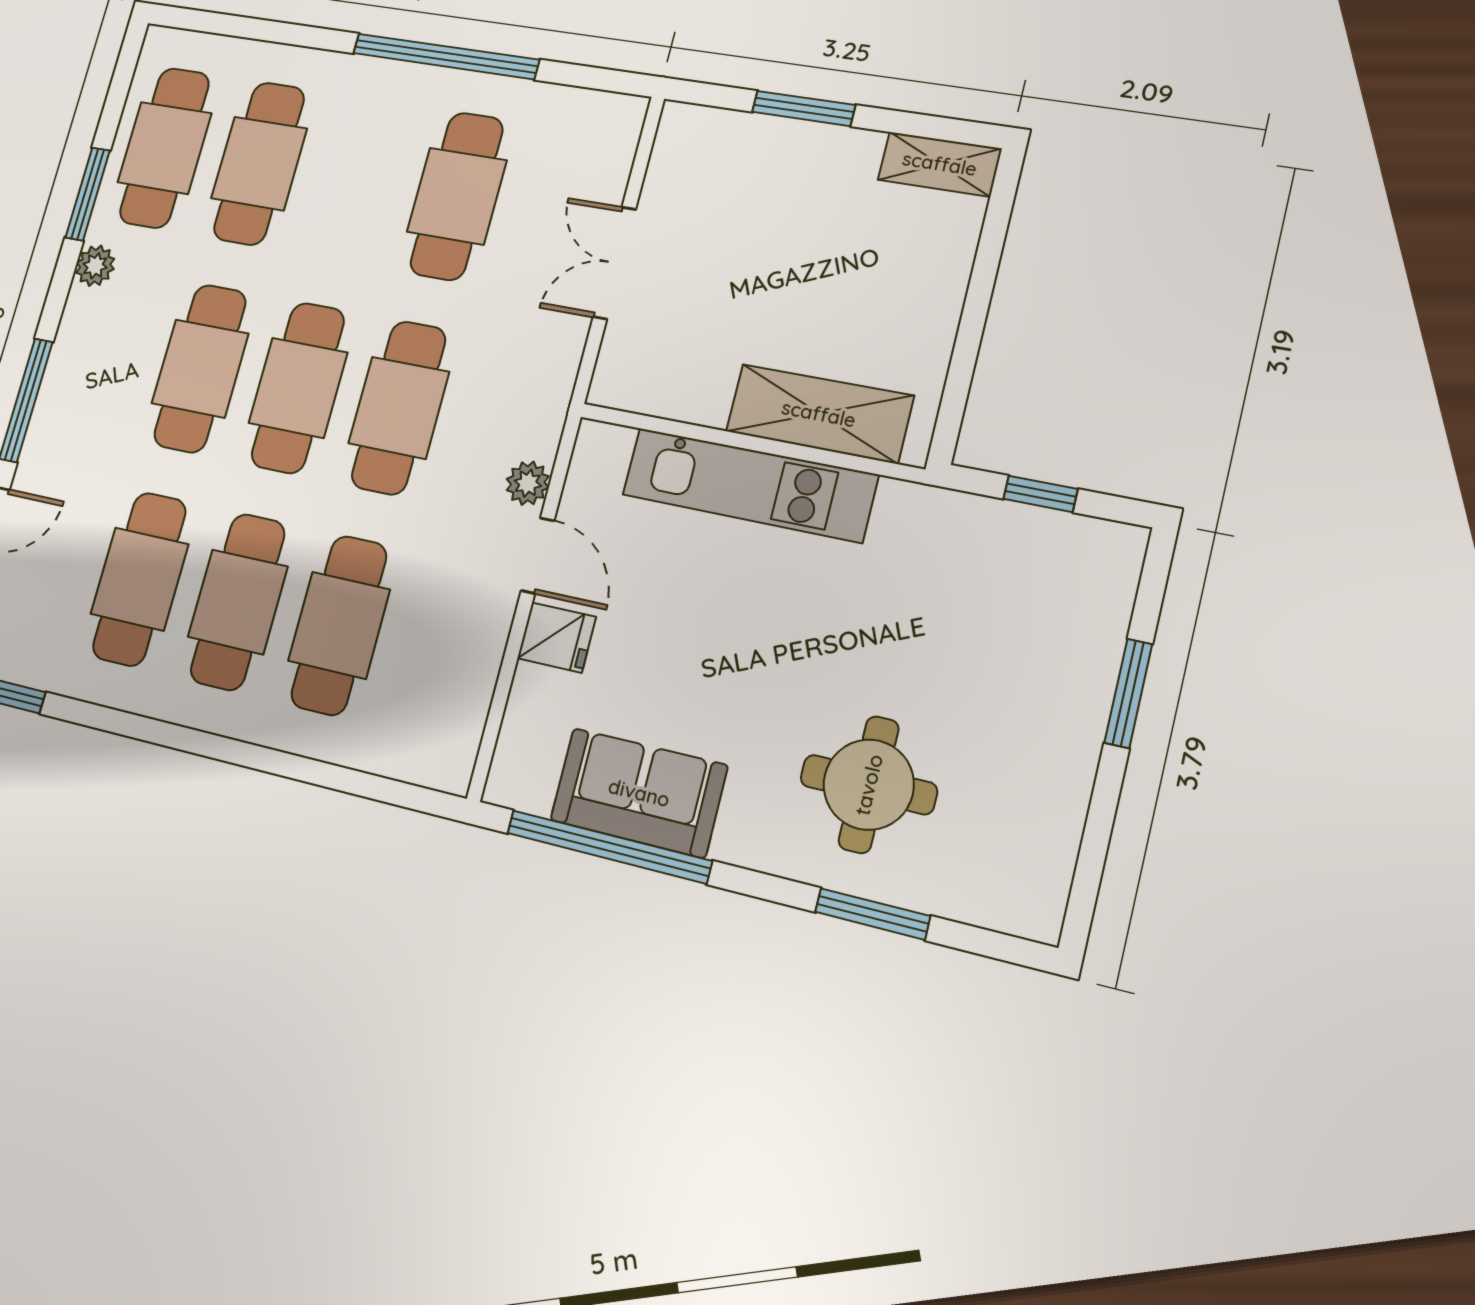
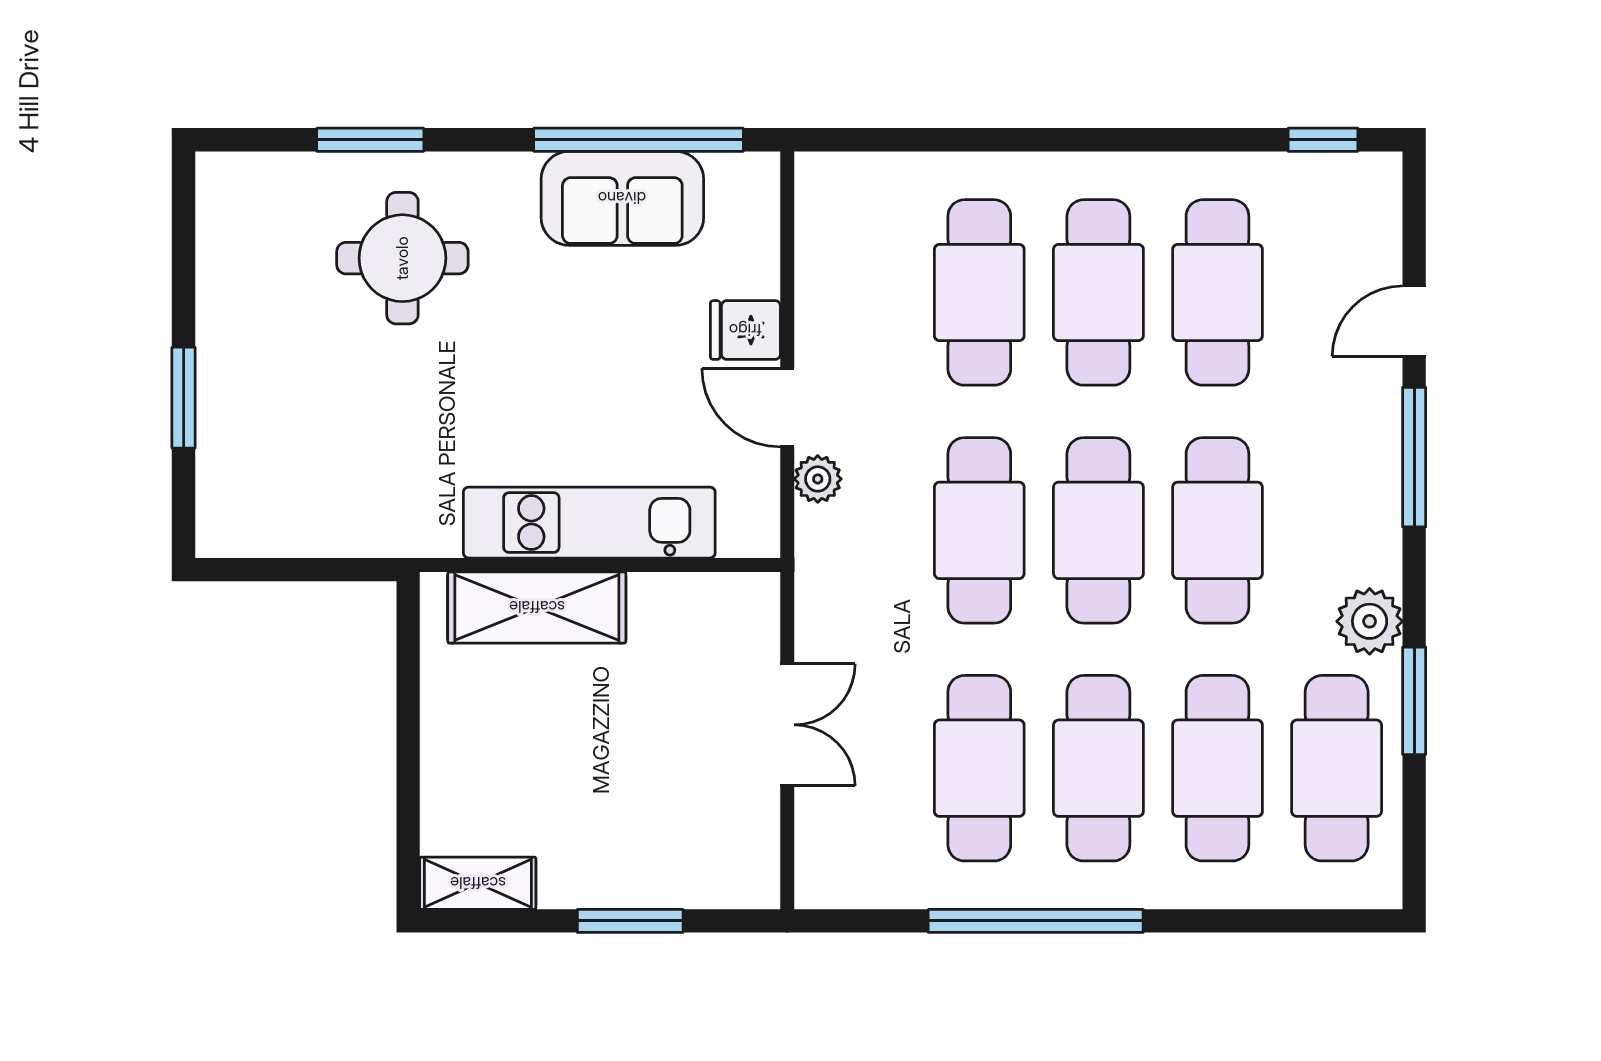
cafe table: (356, 180) -> (1098, 768), added
plant: (95, 266) -> (1370, 621), width x1.38, depth x1.38
window: (1041, 494) -> (305, 570), removed

